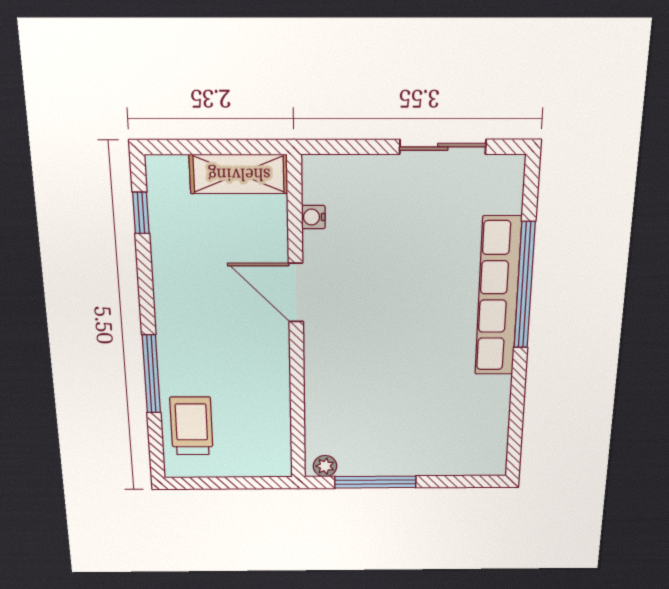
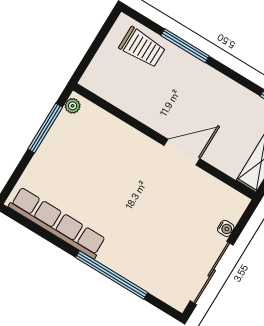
sliding door: (443, 147) -> (212, 273), width x1.37
water cooler: (313, 217) -> (226, 228), moved, turned 90
row of seats: (498, 297) -> (57, 223), moved

